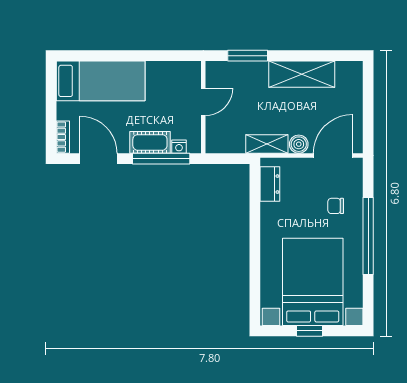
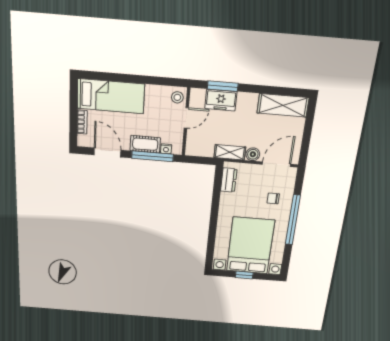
freezer: (247, 74) -> (221, 100), added
shelving: (302, 74) -> (283, 105), moved
stool: (189, 75) -> (177, 97), added
bookcase: (63, 137) -> (82, 122), moved

